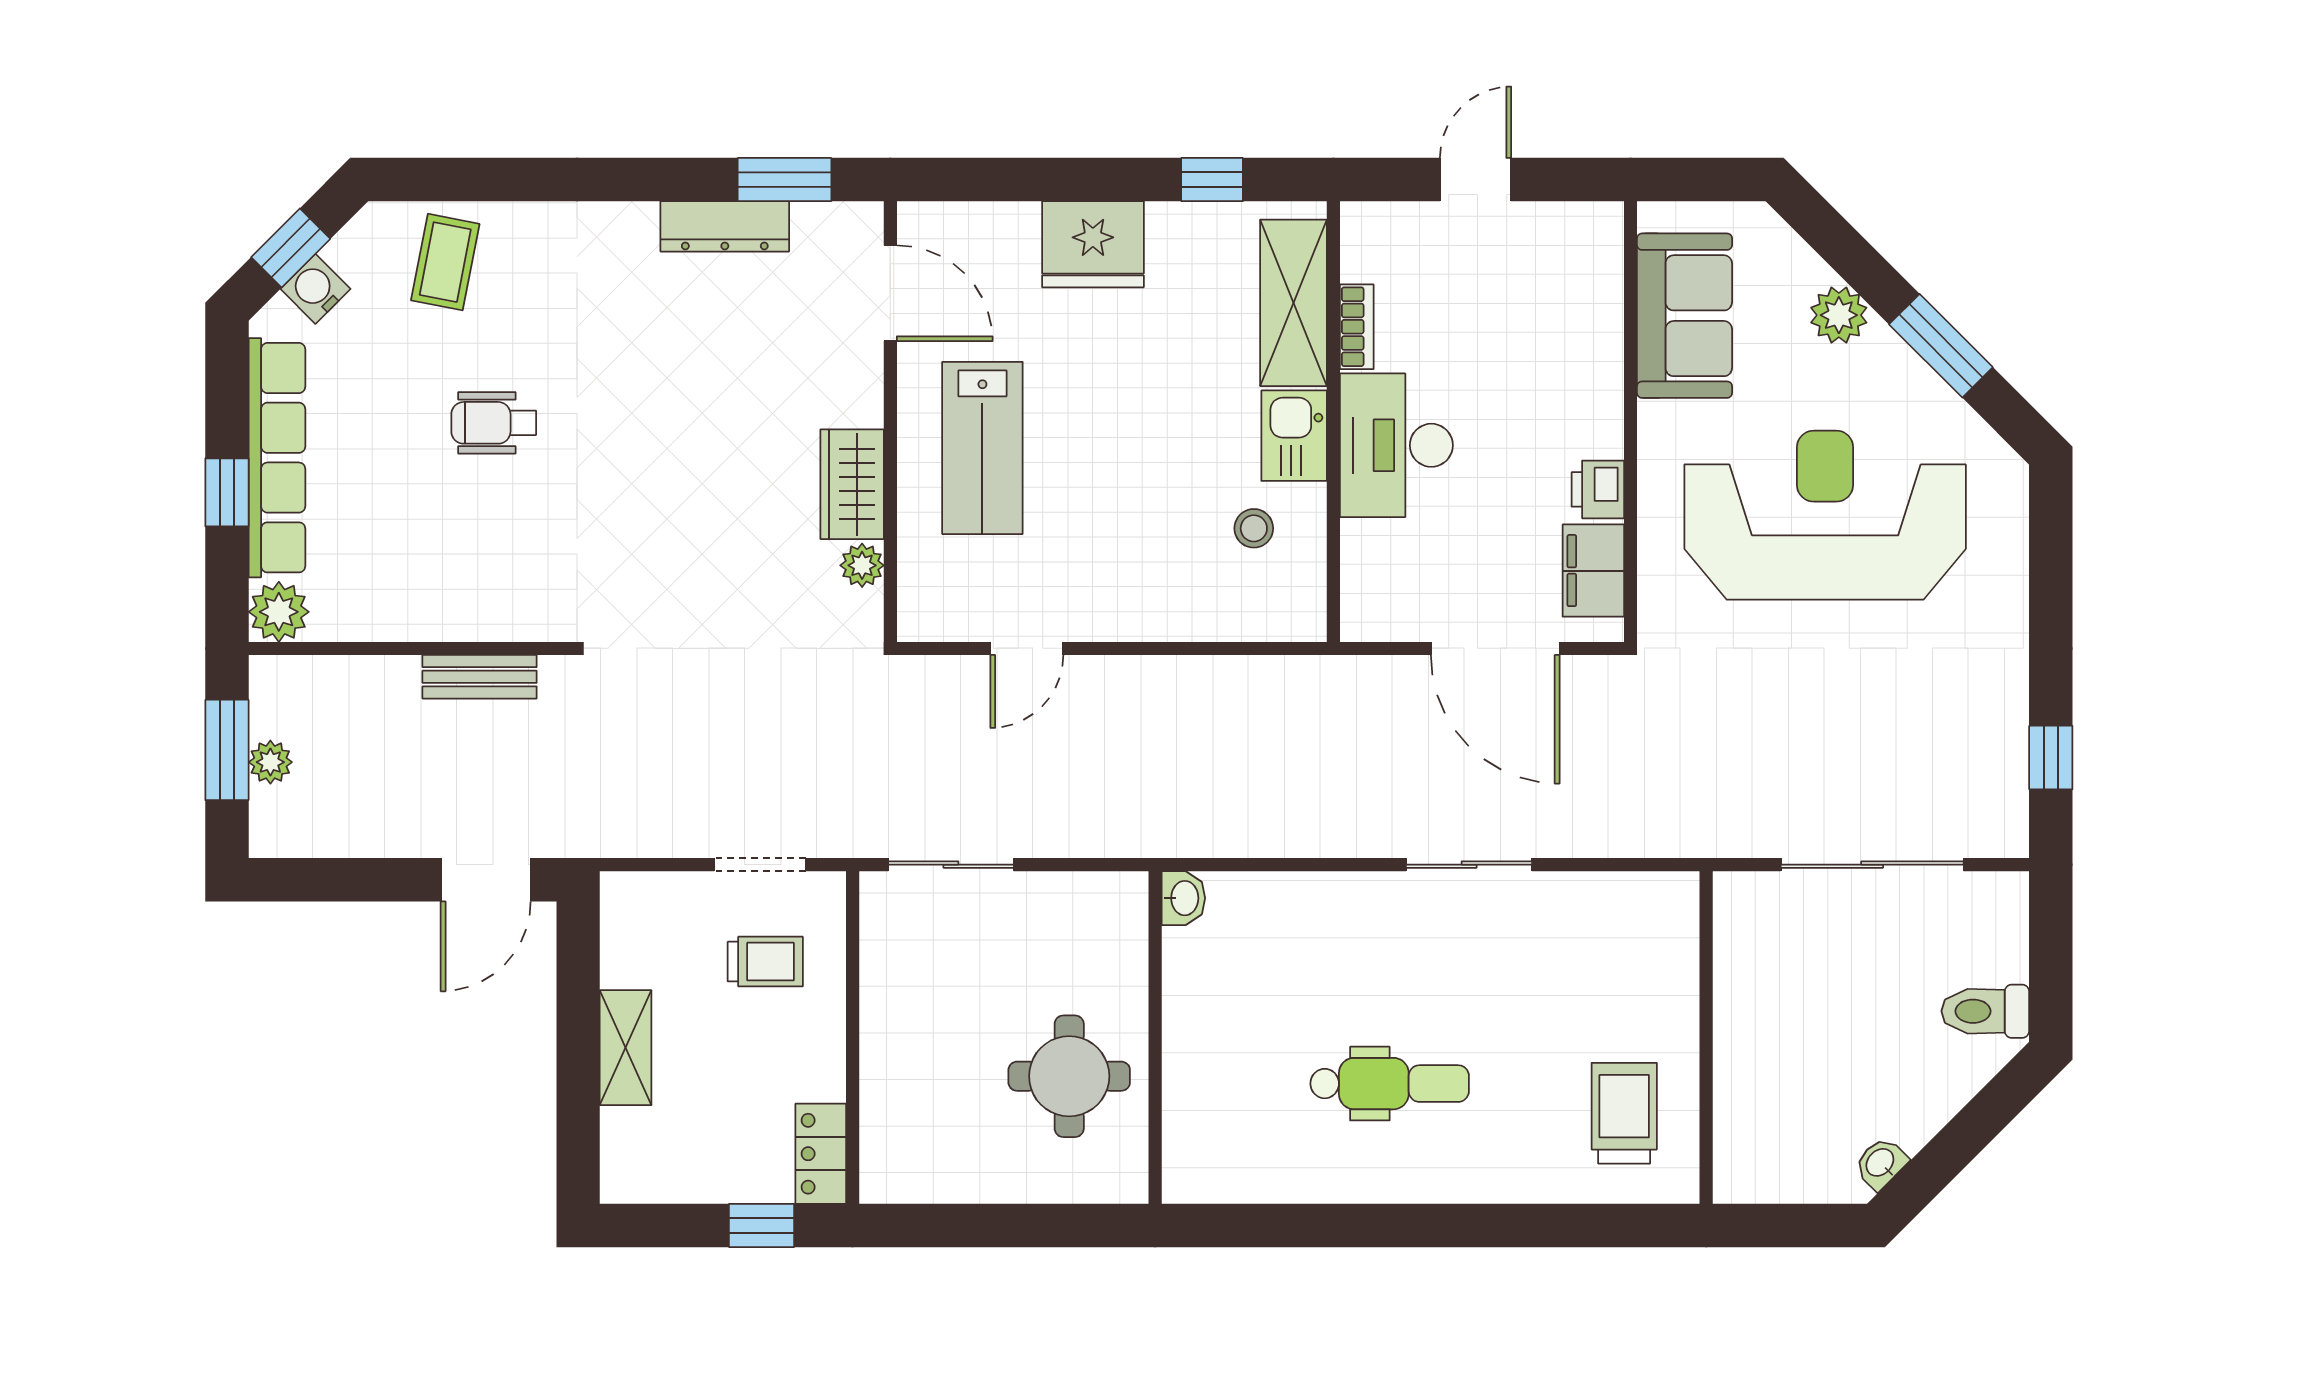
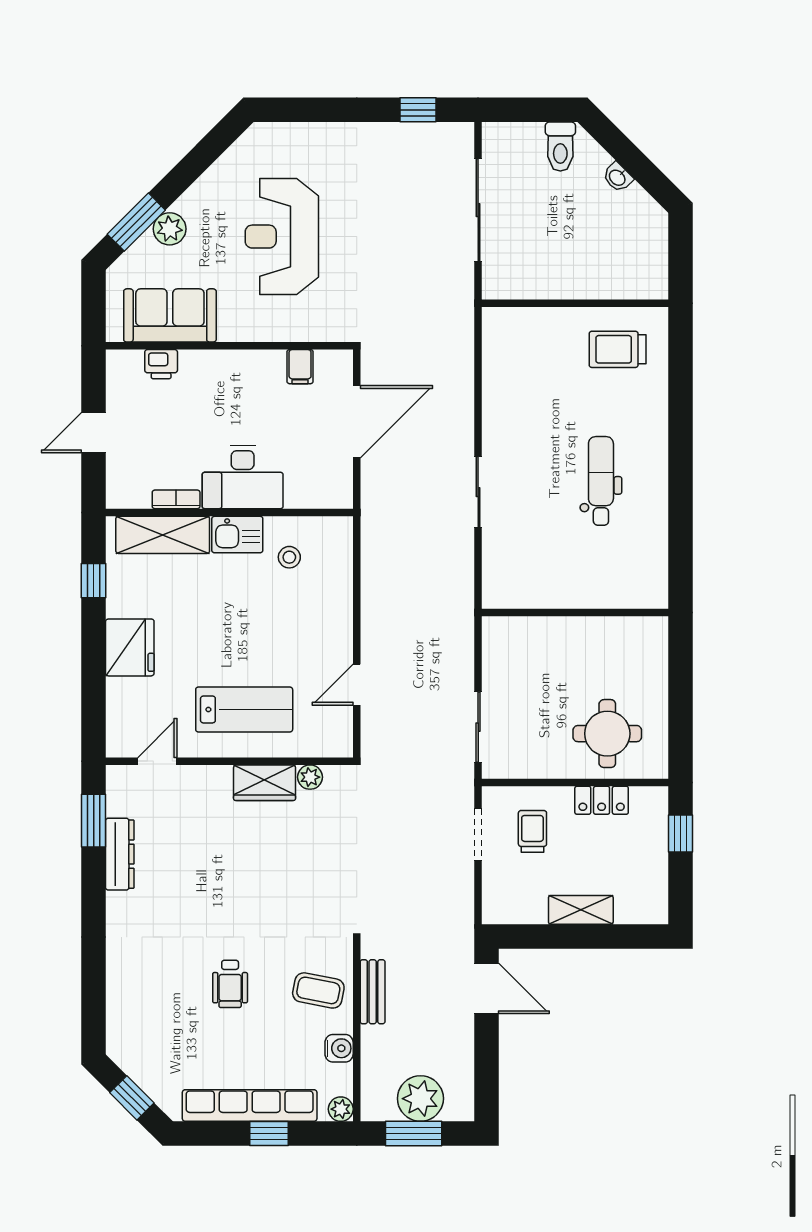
door: (1476, 180) -> (94, 433), hinge flipped
coffee table: (445, 262) -> (318, 990), moved
water cooler: (315, 289) -> (339, 1048), moved, turned -135
door: (890, 293) -> (157, 761), width x0.73
window: (1941, 346) -> (136, 222), moved
printer: (1598, 489) -> (161, 364), moved
reception desk: (1825, 515) -> (282, 237), width x0.74, depth x0.77
filing cabinet: (1593, 571) -> (300, 367), width x0.50
plant: (279, 612) -> (341, 1109), width x0.73, depth x0.73
door: (1027, 648) -> (357, 685), swing flipped
plant: (270, 762) -> (420, 1099), width x1.88, depth x1.88
sliding door: (1469, 865) -> (478, 492), moved
washbasin: (1183, 898) -> (497, 597), removed
round table: (1069, 1076) -> (607, 734), moved
locker: (821, 1154) -> (602, 800), moved
washbasin: (1881, 1163) -> (618, 177), moved

